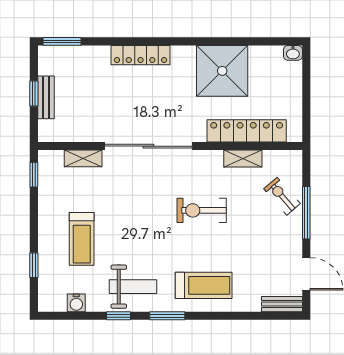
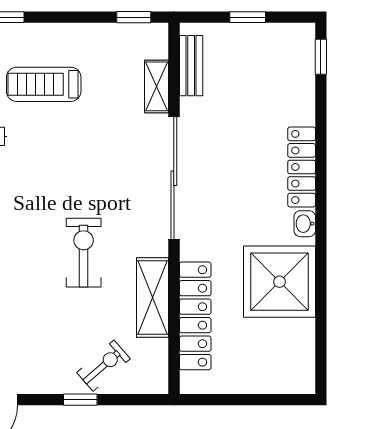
window: (62, 41) -> (321, 57), width x0.67
washbasin: (293, 53) -> (305, 224), moved
bench: (46, 97) -> (191, 66), moved, turned 90
shelving: (243, 158) -> (152, 297), width x1.50, depth x1.33
window: (306, 213) -> (80, 400), width x0.46

